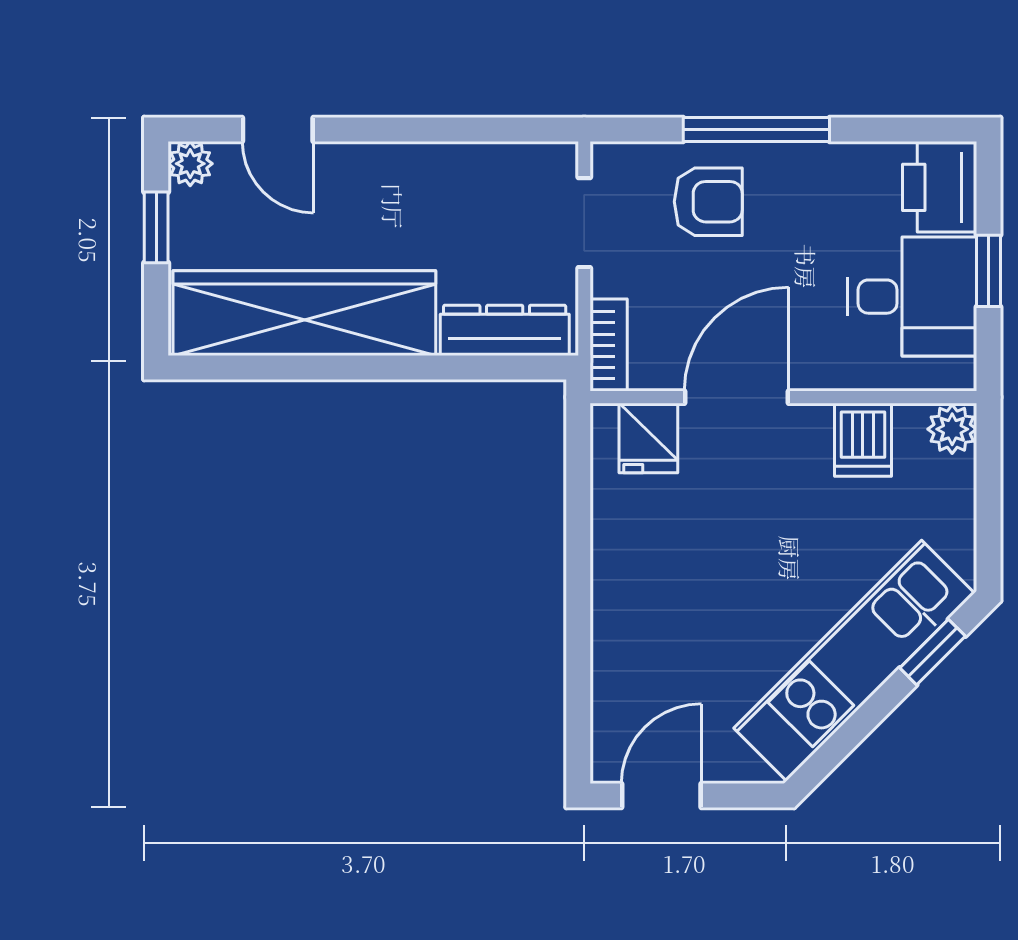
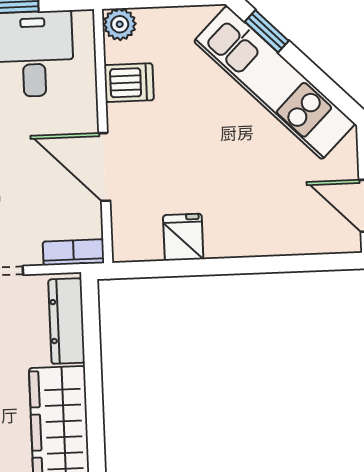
fridge: (648, 438) -> (183, 237), moved, turned -90

